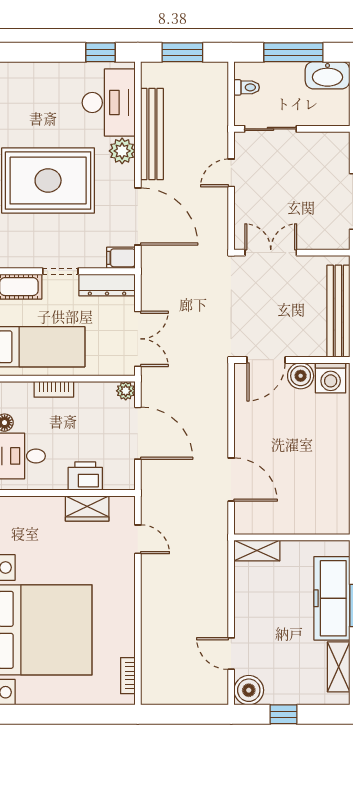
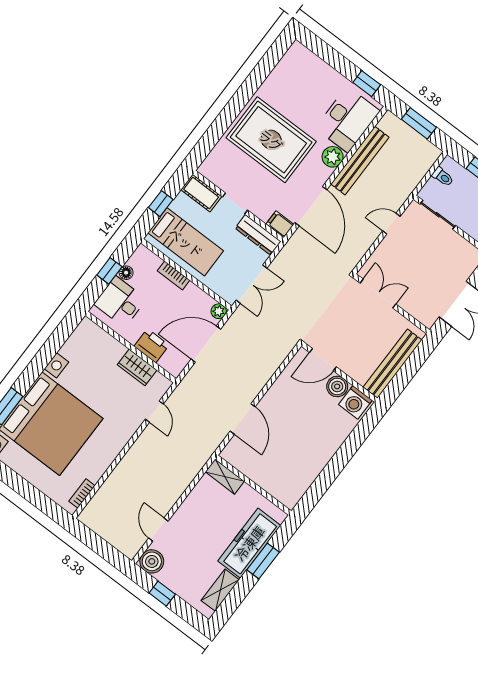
door: (138, 433) -> (206, 344), swing flipped

